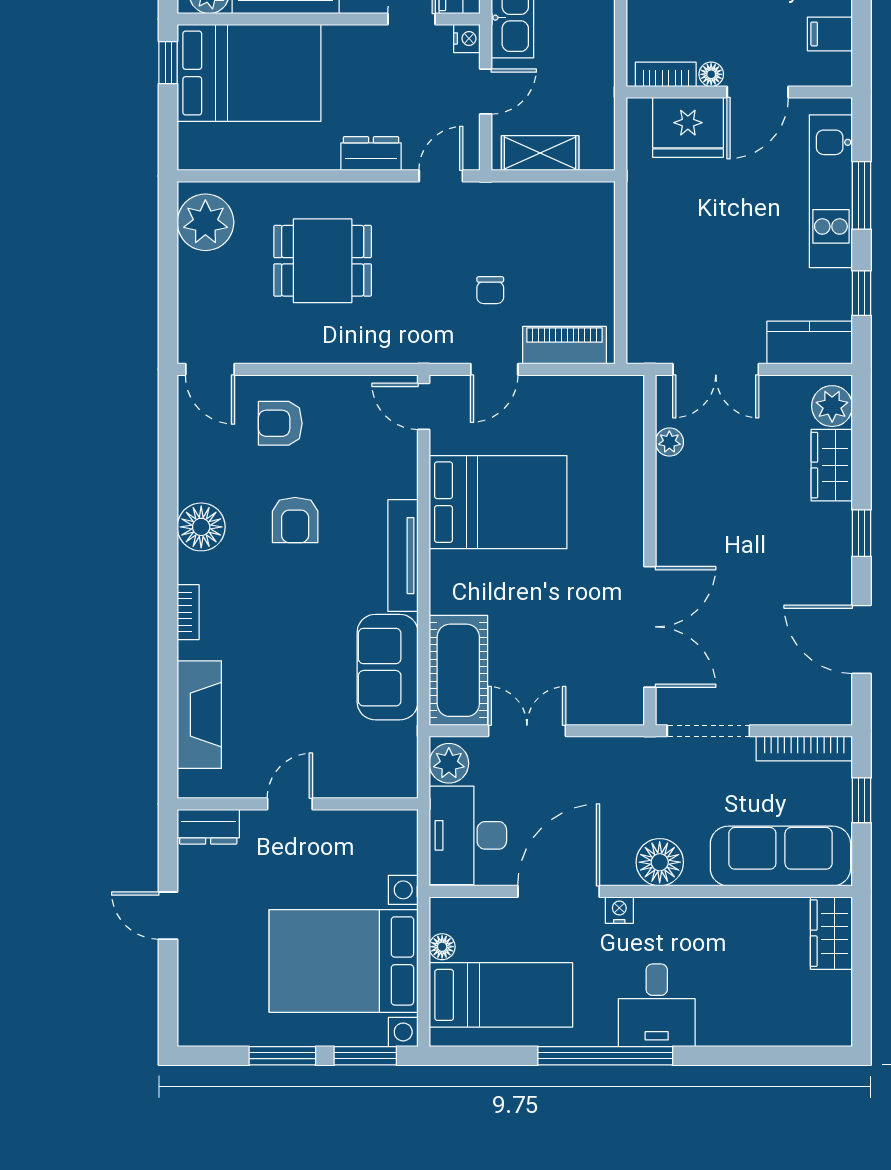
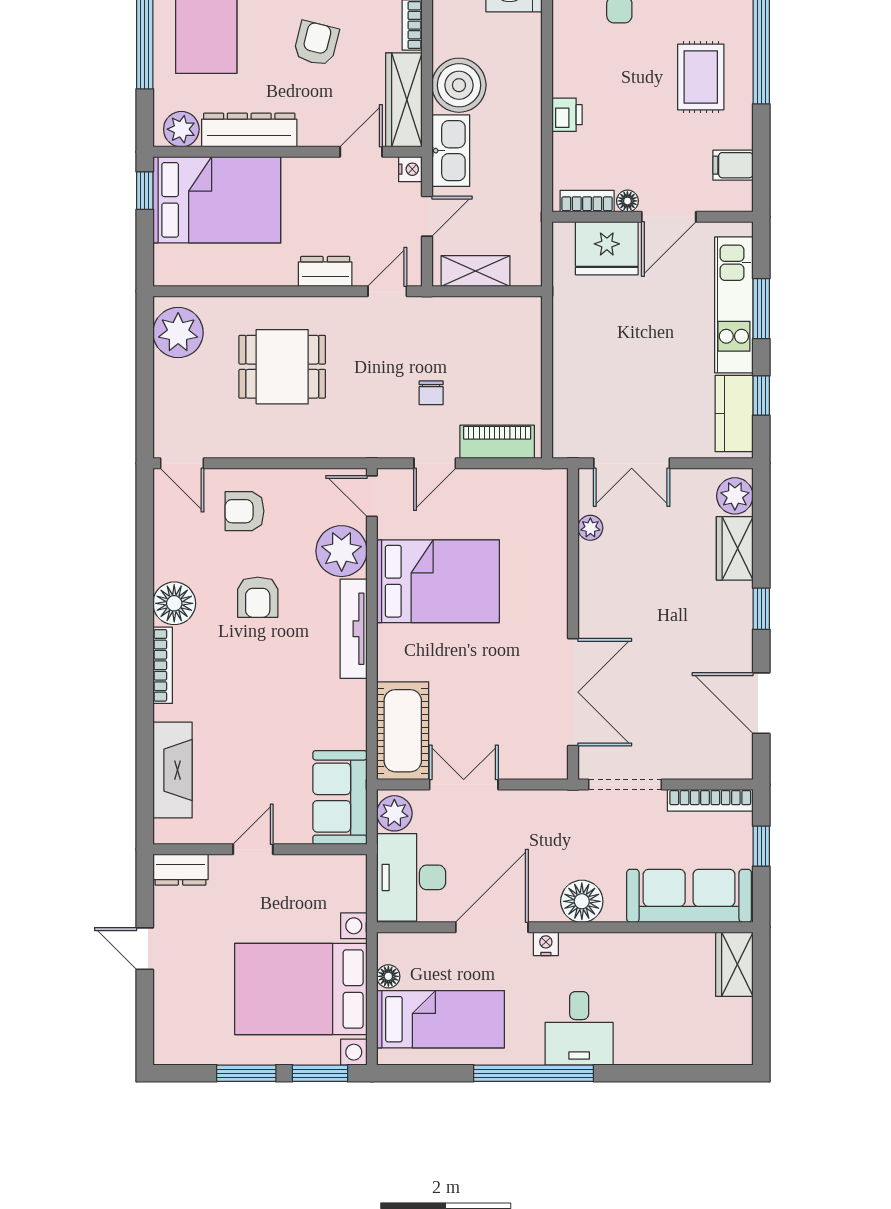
kitchen counter: (810, 343) -> (734, 414), moved, turned -90
plant: (389, 468) -> (342, 551), added
bookcase: (188, 612) -> (163, 665), width x1.56
sofa: (388, 667) -> (340, 798), moved

